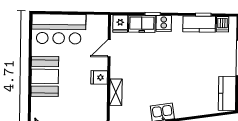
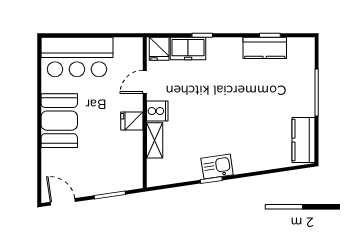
cooker: (164, 23) -> (157, 111), moved, turned -90
dishwasher: (222, 24) -> (296, 47), removed

